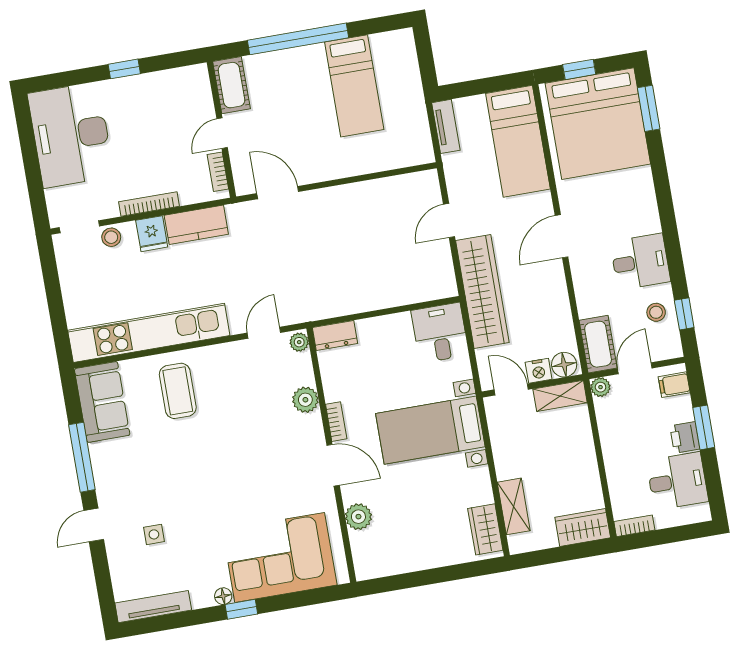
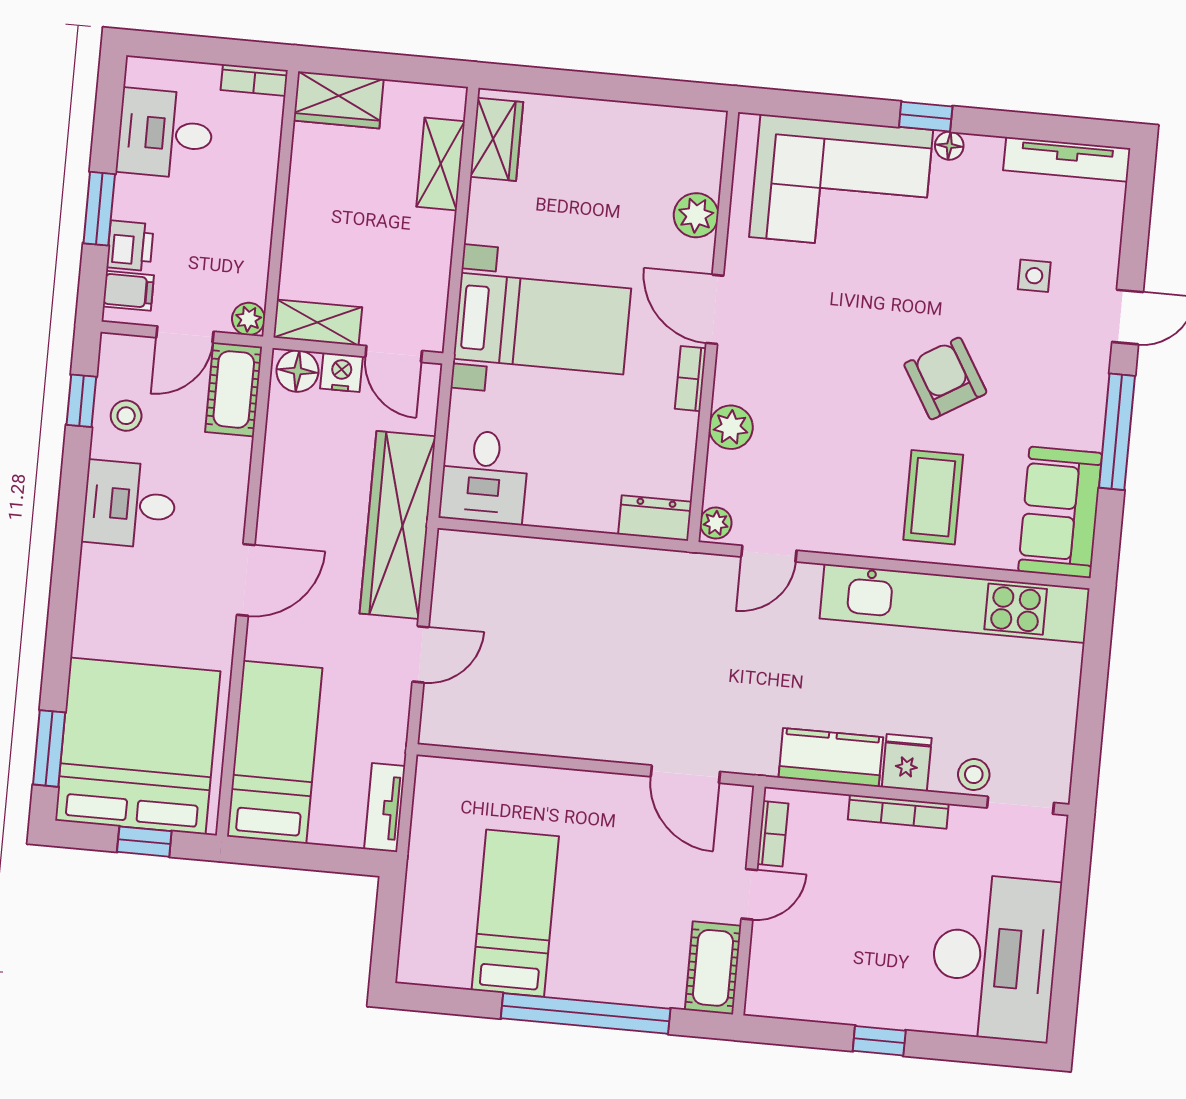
printer: (685, 437) -> (130, 246), moved
armchair: (189, 461) -> (945, 378), added

